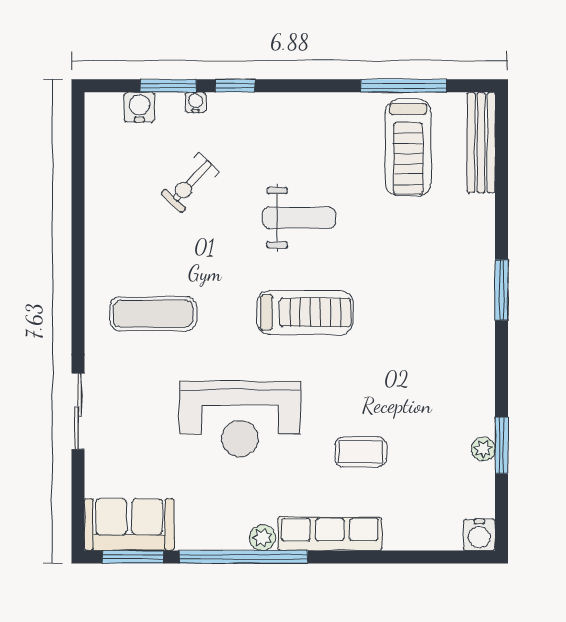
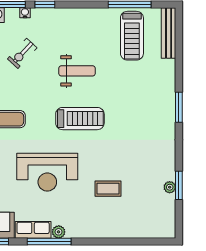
row of seats: (330, 534) -> (33, 230), moved, width x0.68
water cooler: (479, 535) -> (168, 230), removed
window: (244, 557) -> (49, 242), width x0.68

